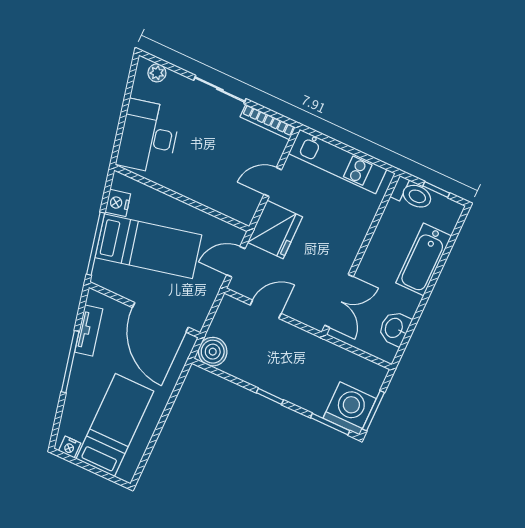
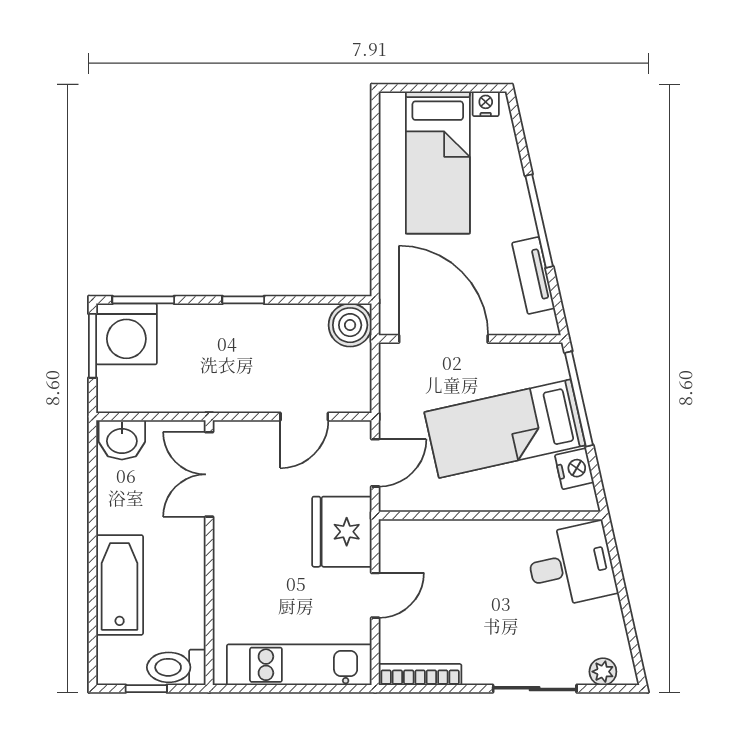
sliding door: (220, 90) -> (535, 689), moved
desk: (148, 137) -> (571, 565), width x0.73
washbasin: (395, 328) -> (122, 440), moved, turned 90

